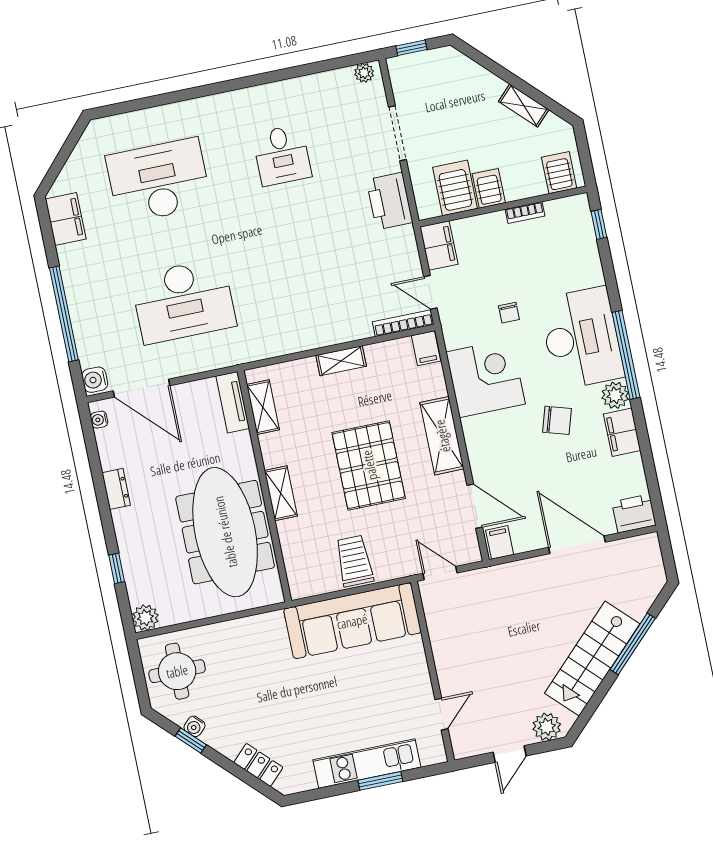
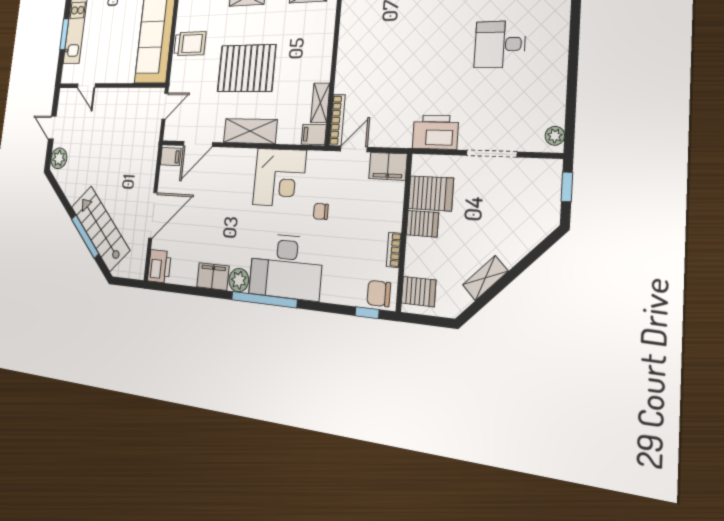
shelving: (341, 361) -> (320, 103), moved
chair: (557, 420) -> (379, 294), moved, turned 73
stairs: (592, 659) -> (100, 228), moved

